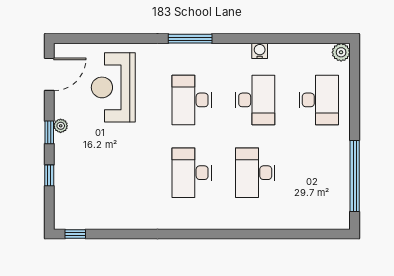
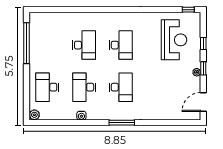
reception desk: (113, 87) -> (174, 40), moved

